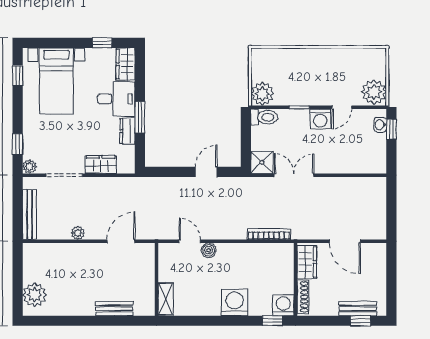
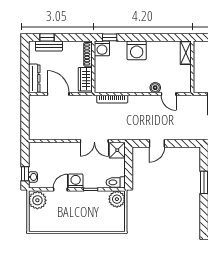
dresser: (379, 263) -> (34, 78), added

